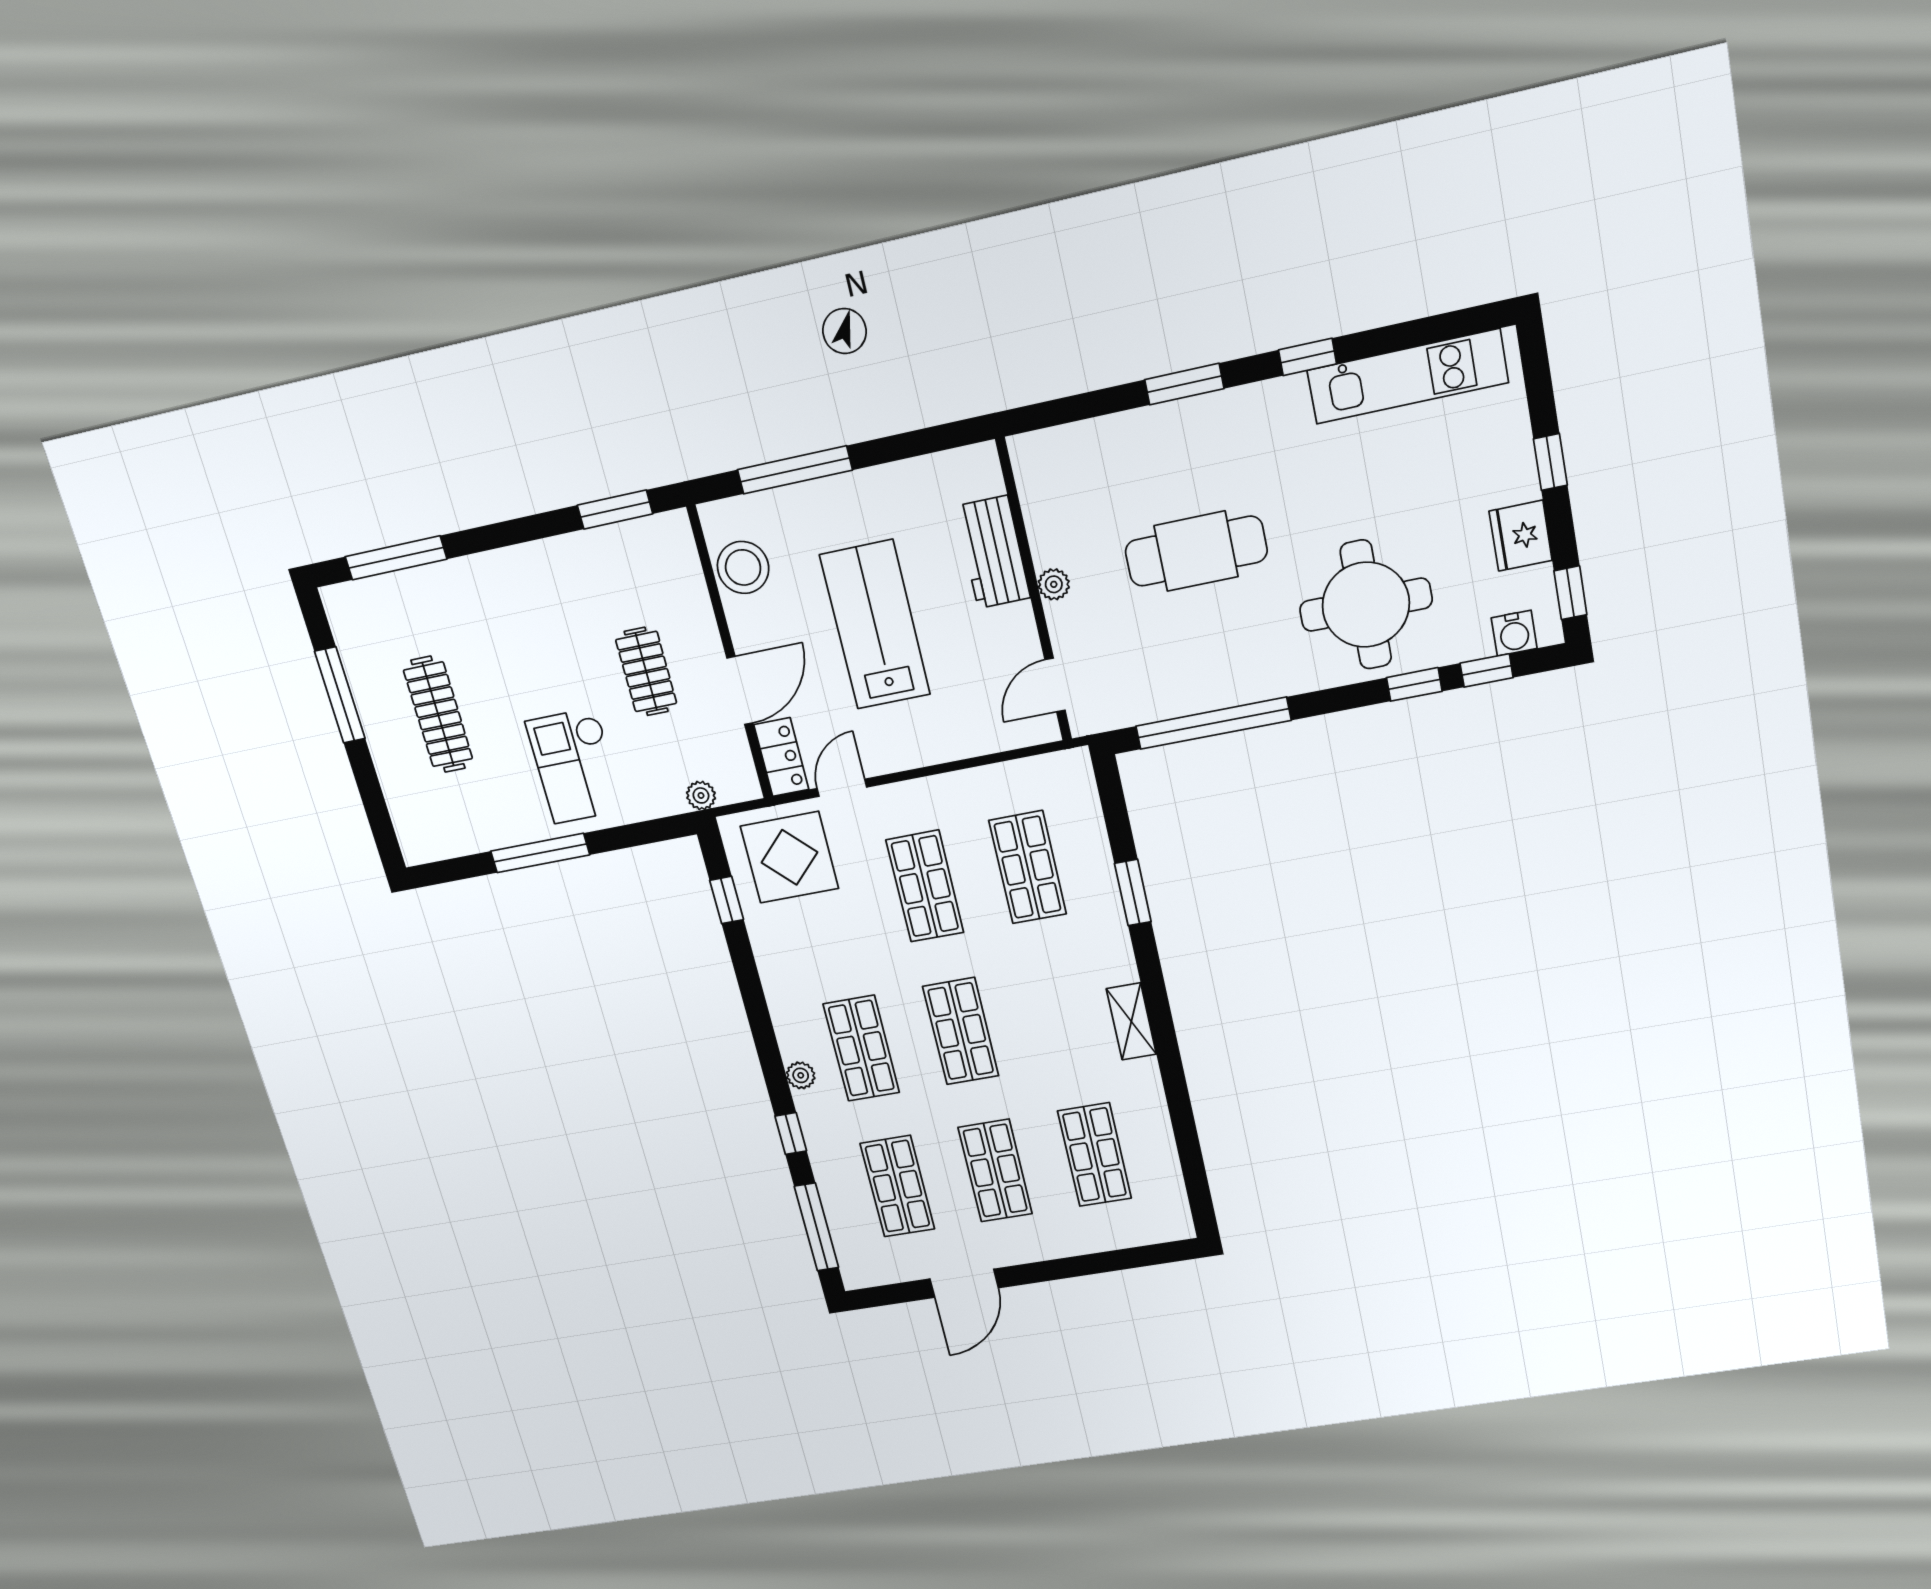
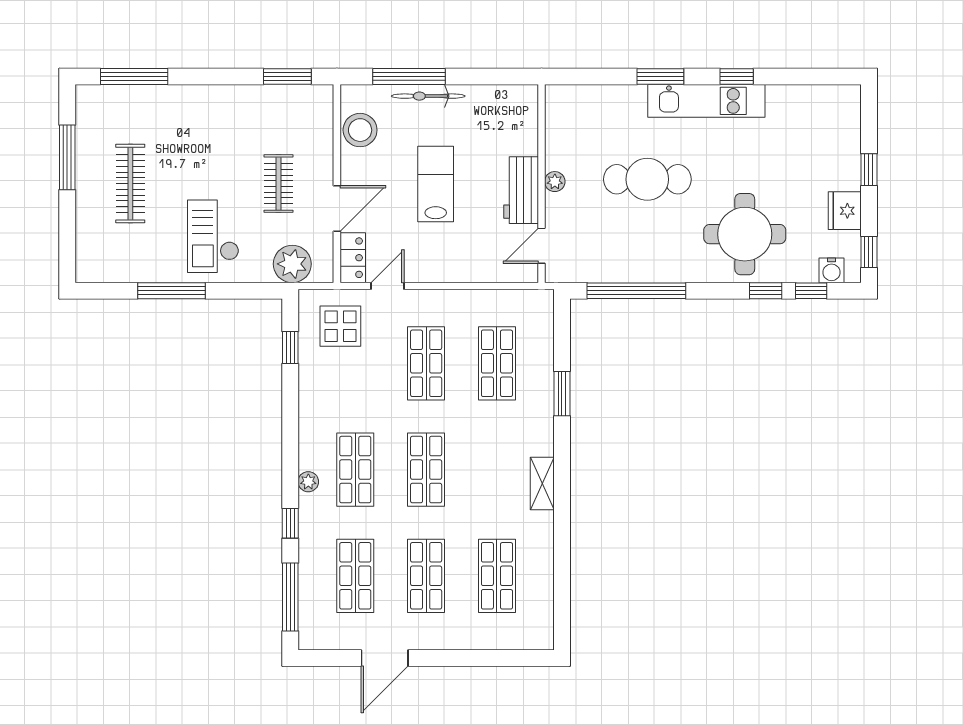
kitchen unit: (1407, 377) -> (706, 101), moved
bicycle: (831, 494) -> (428, 96), added
workbench: (993, 552) -> (521, 190), moved
lab bench: (875, 625) -> (436, 184), width x0.73, depth x0.72
plant: (701, 795) -> (292, 264), width x1.87, depth x1.87
display table: (789, 857) -> (340, 326), width x0.73, depth x0.73

